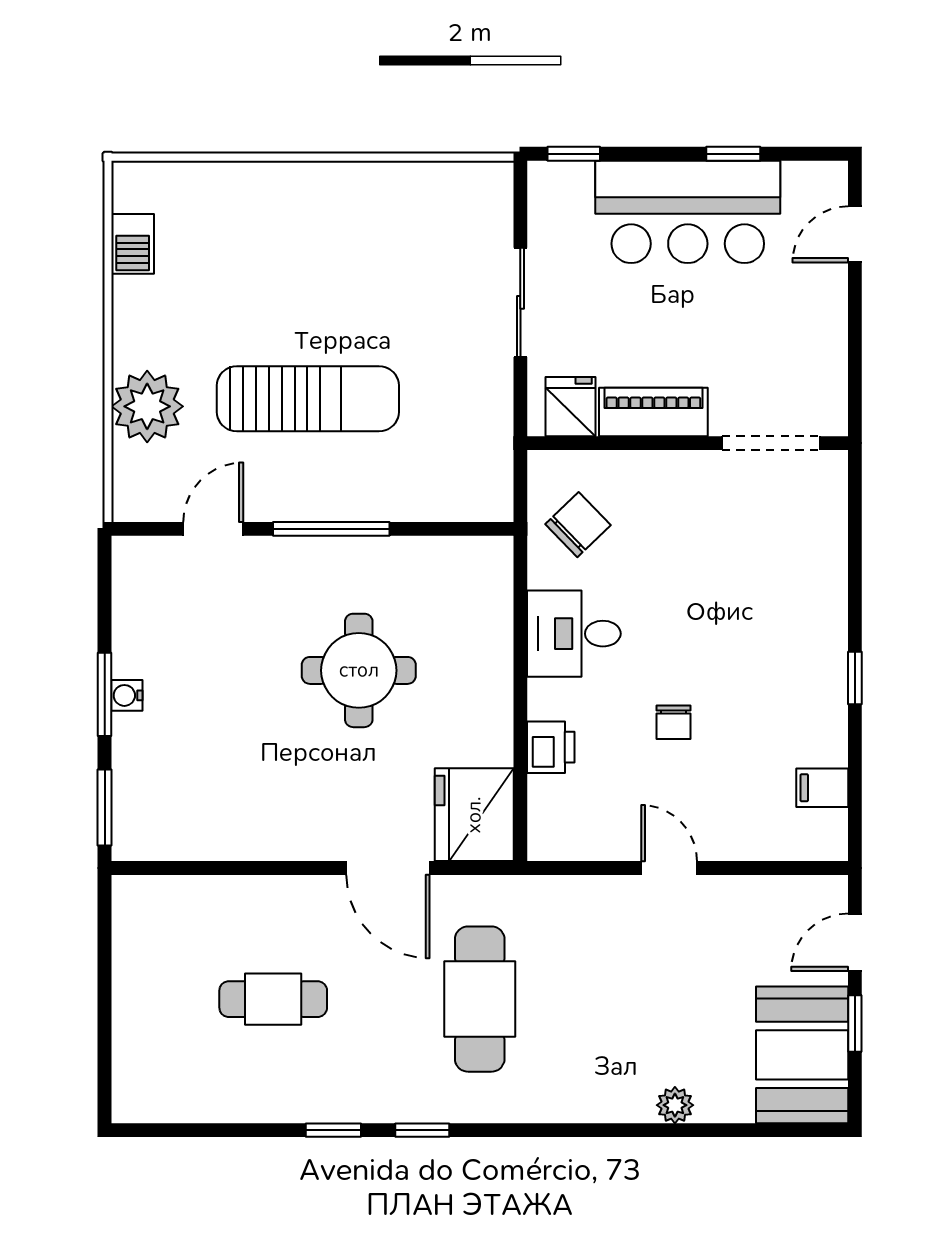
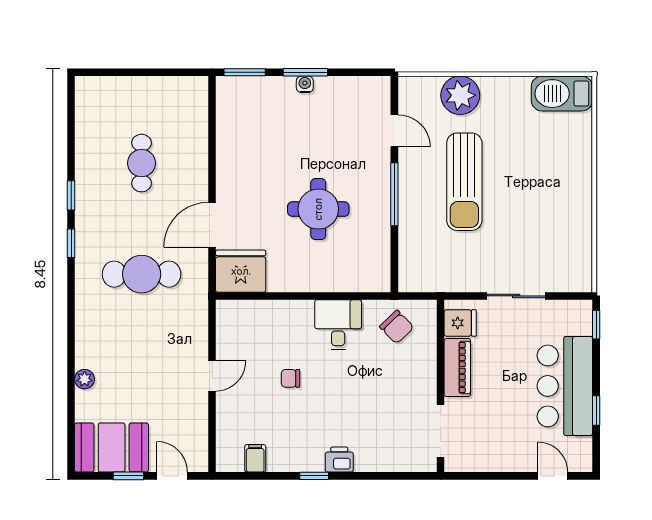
barbecue: (133, 244) -> (562, 94), width x1.88, depth x1.53
printer: (551, 747) -> (339, 460), moved, turned 180

